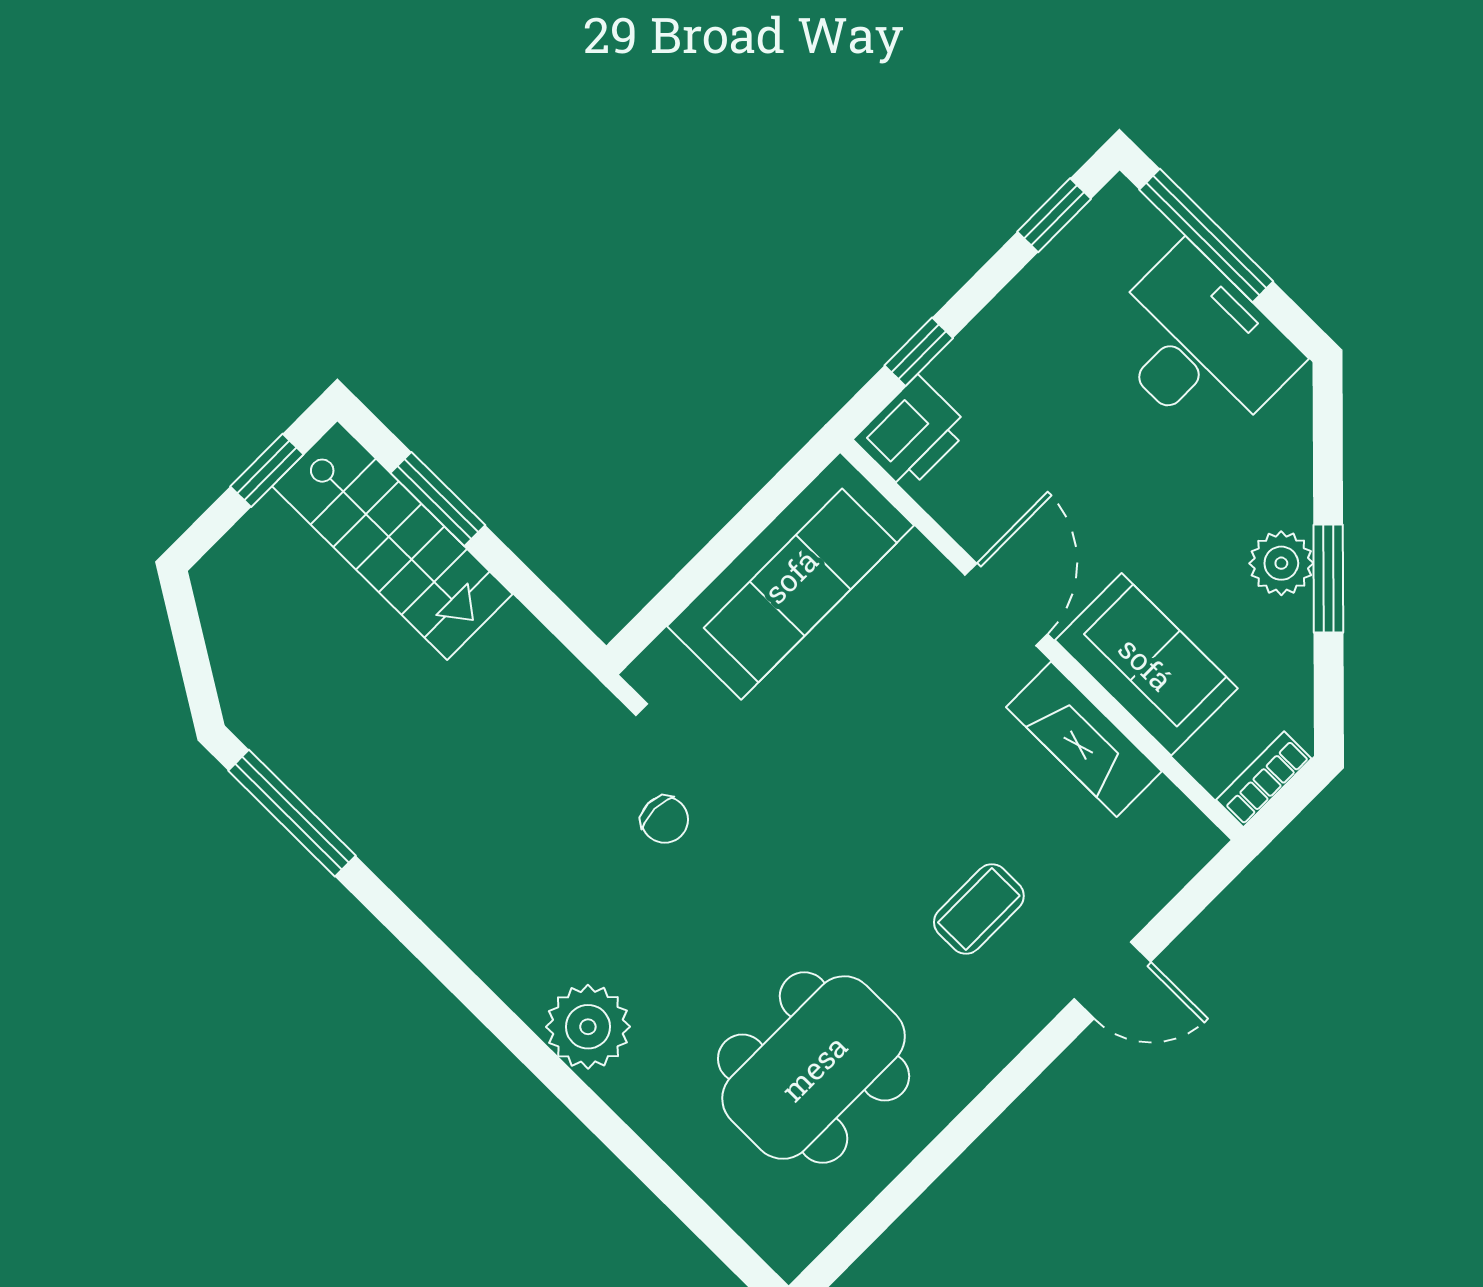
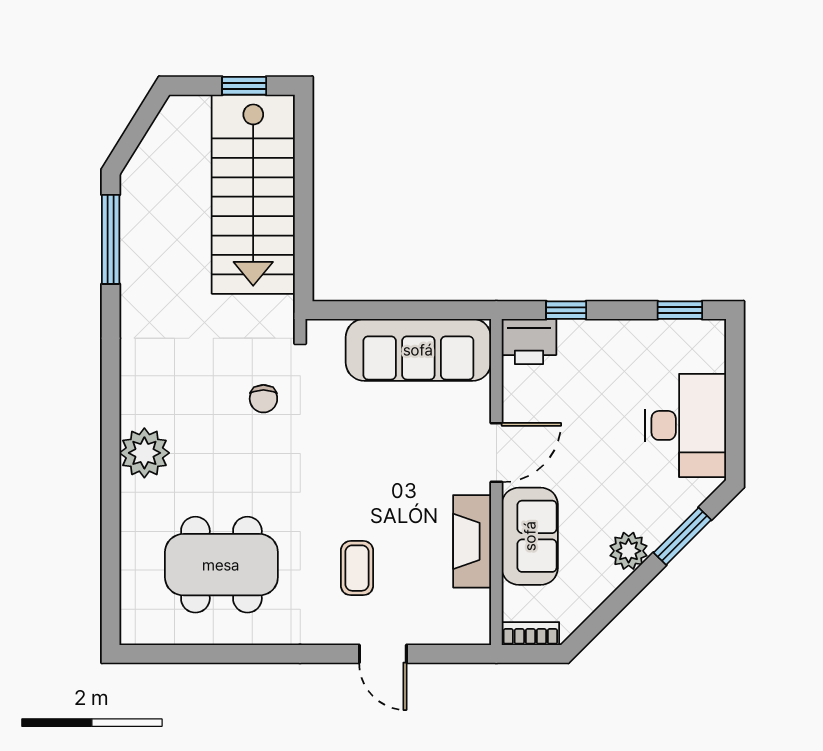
window: (1206, 236) -> (735, 383), removed
window: (438, 499) -> (304, 170), removed
stairs: (392, 540) -> (253, 194), width x1.36, depth x1.51
window: (1328, 579) -> (682, 536), moved
coffee table: (979, 909) -> (357, 568), turned 90

